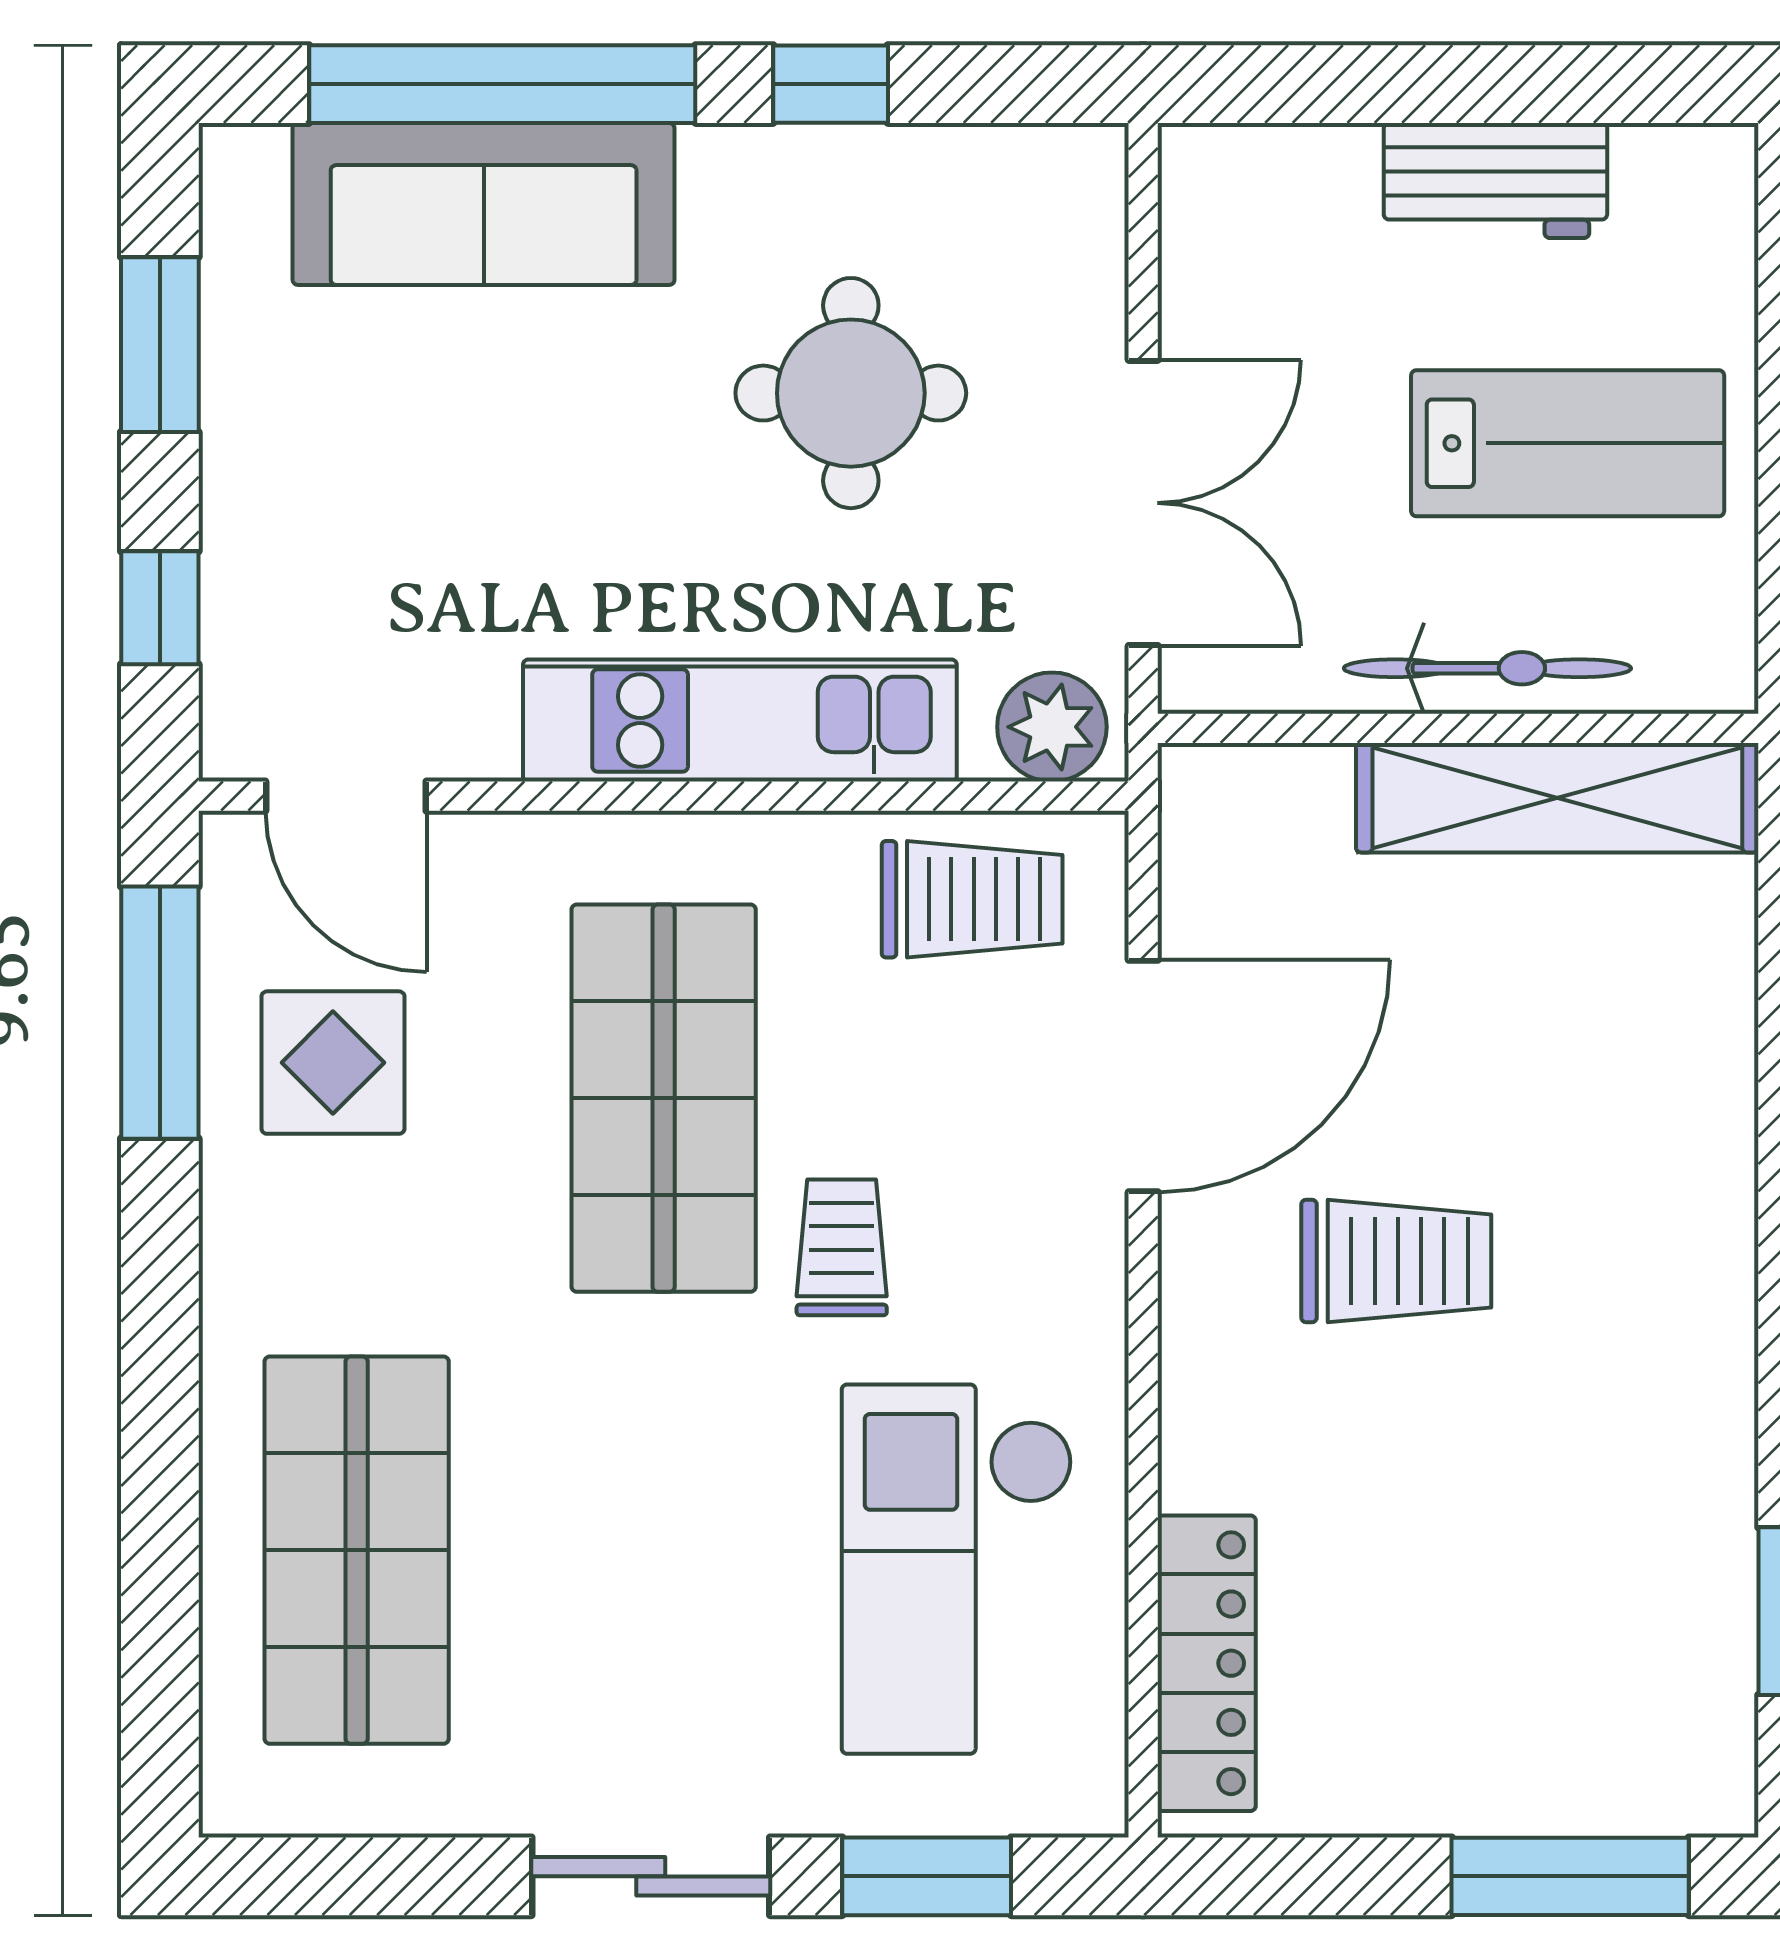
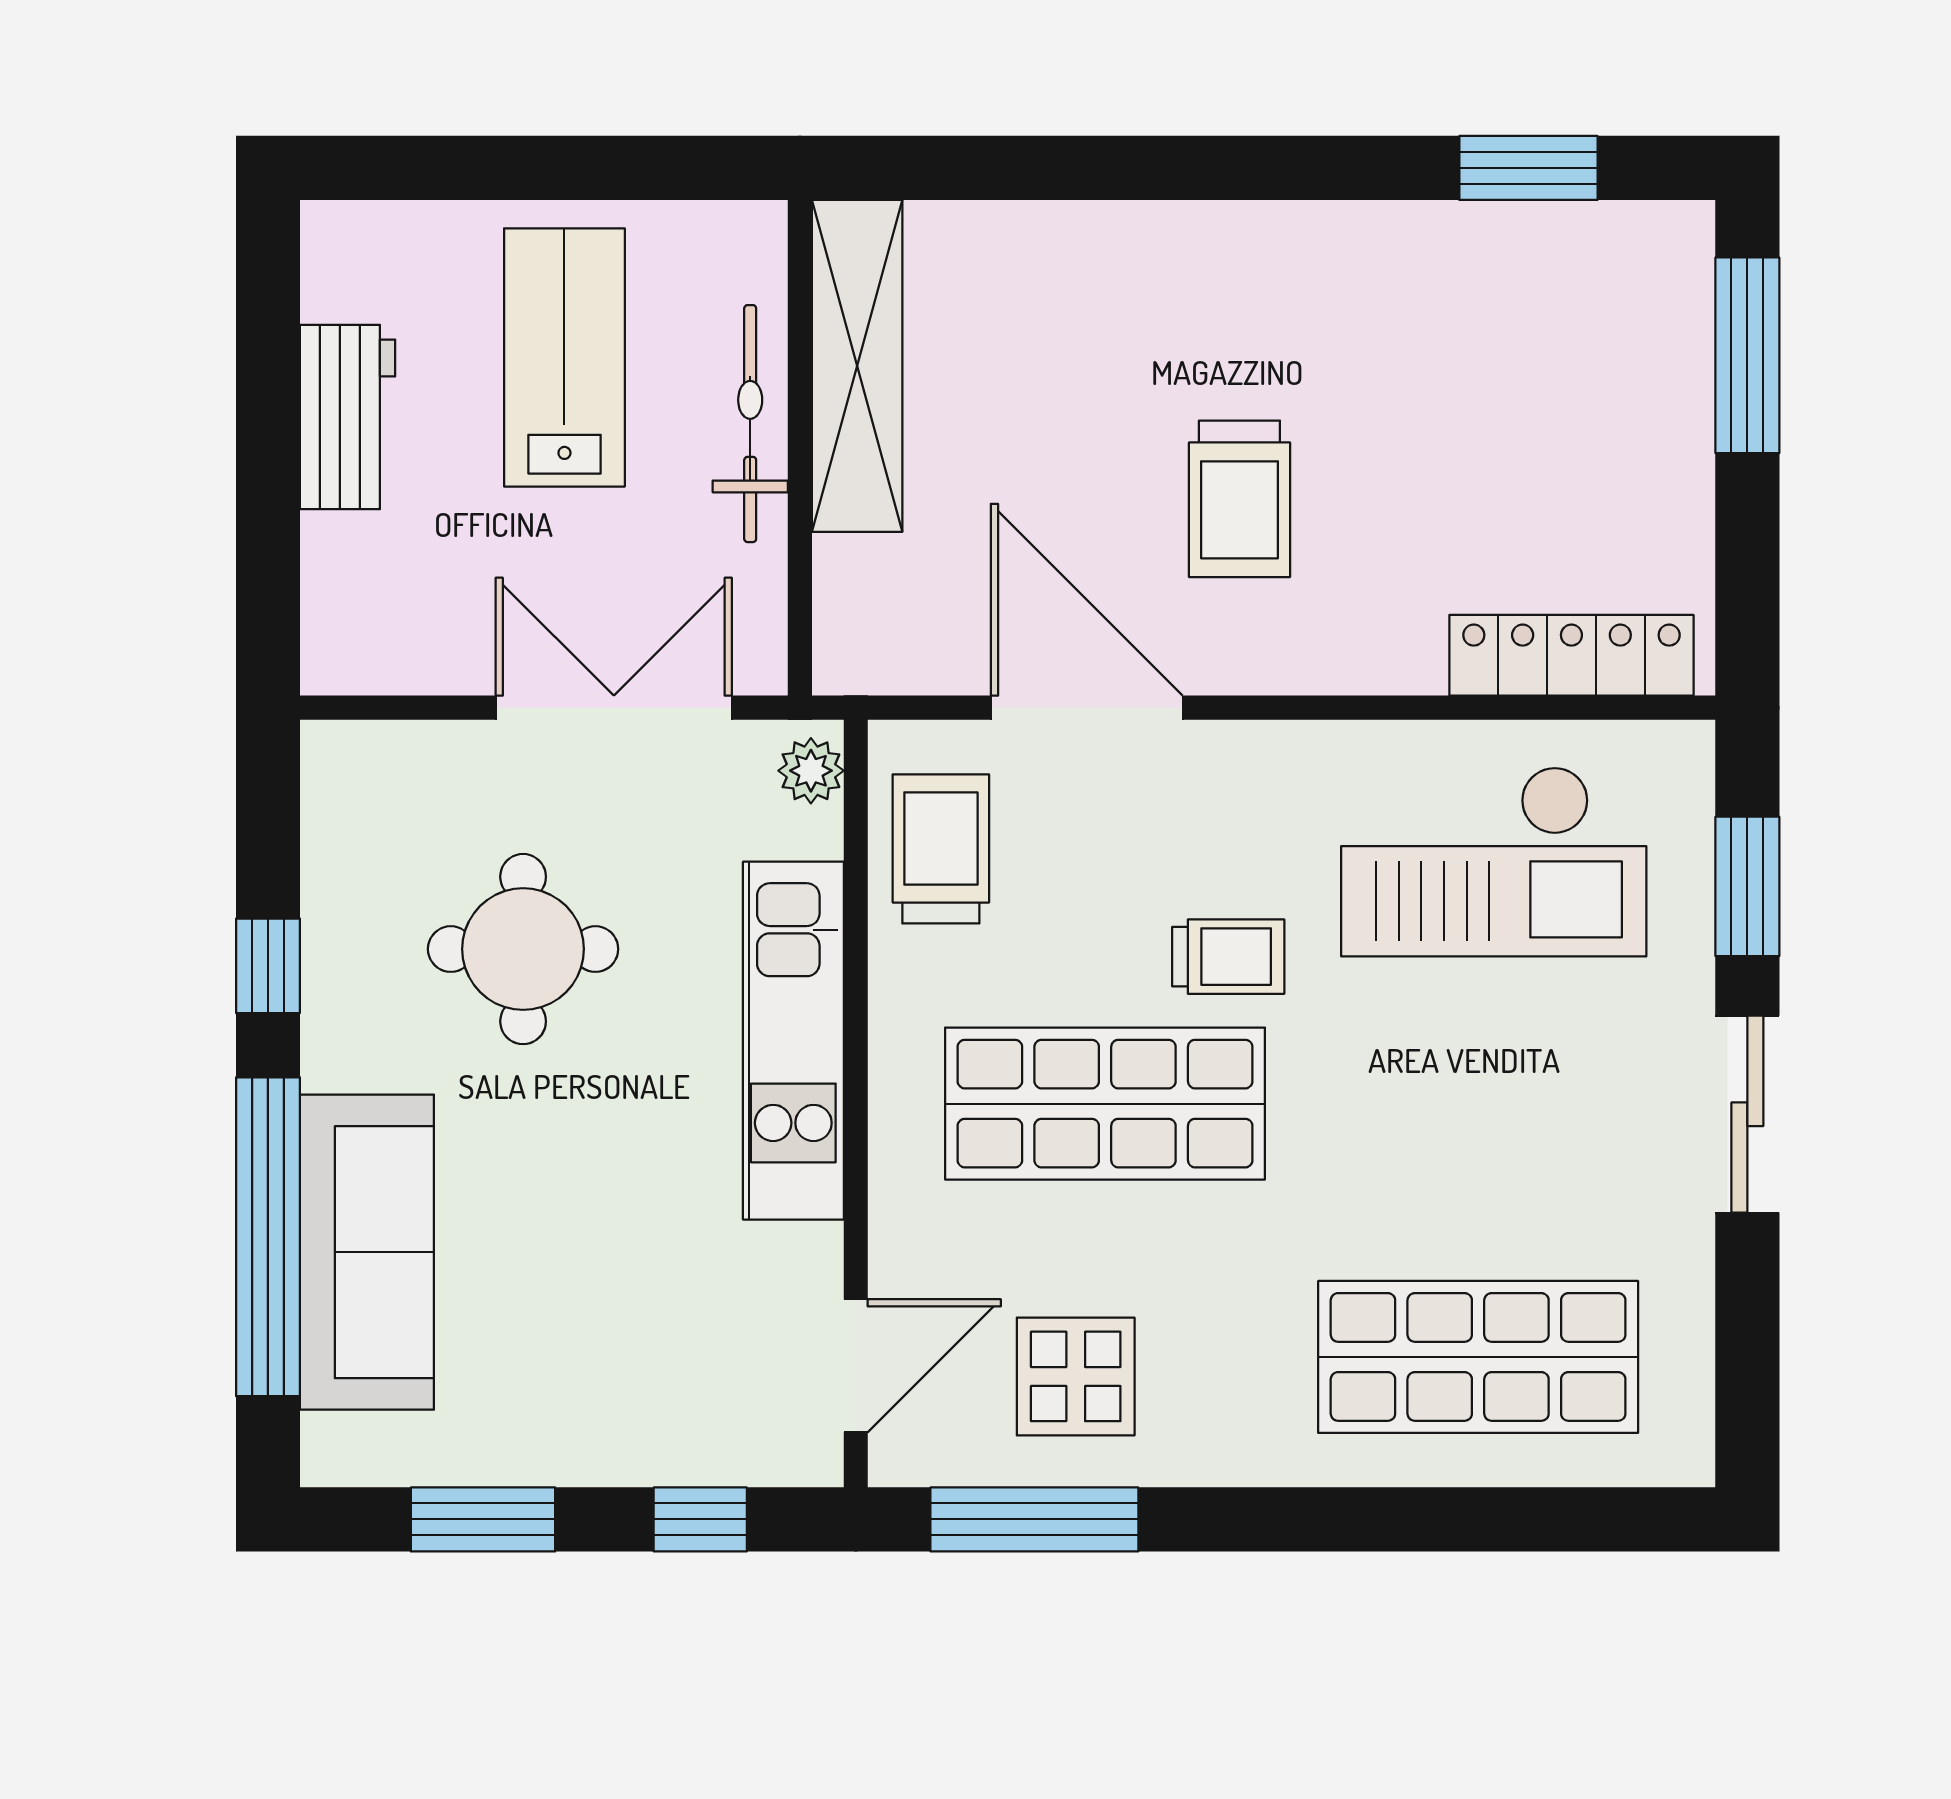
plant: (1052, 727) -> (811, 771), width x0.73, depth x0.73
trolley: (842, 1247) -> (1228, 957), turned 180
trolley: (1396, 1261) -> (1239, 499), turned 180

